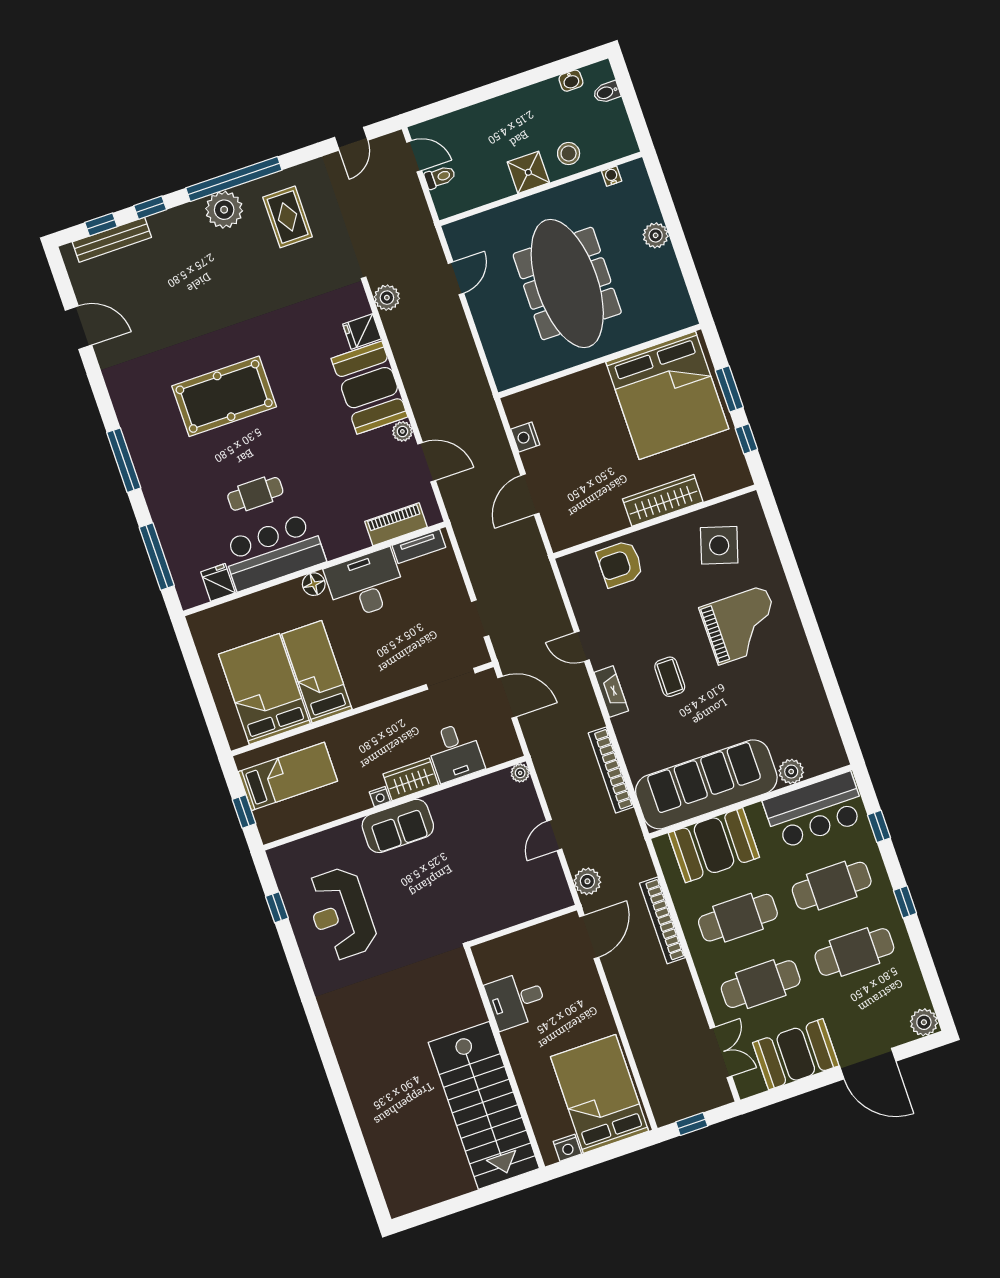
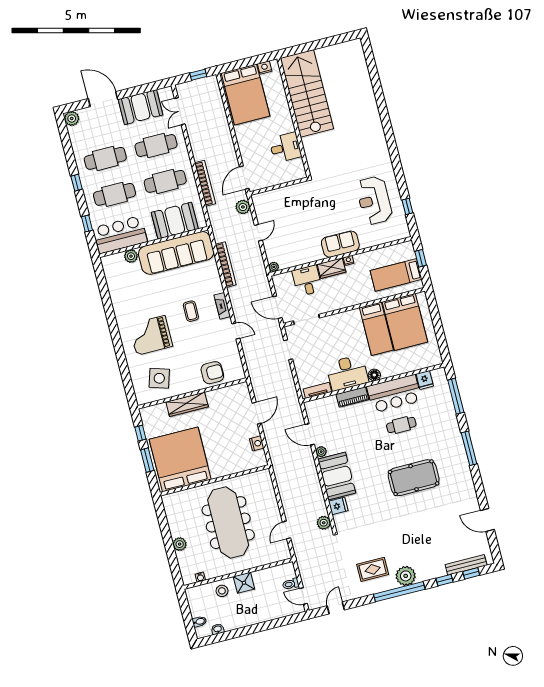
rug: (288, 217) -> (373, 569), turned 90
piano: (396, 524) -> (352, 397), moved
reception desk: (341, 914) -> (374, 200), turned 180

